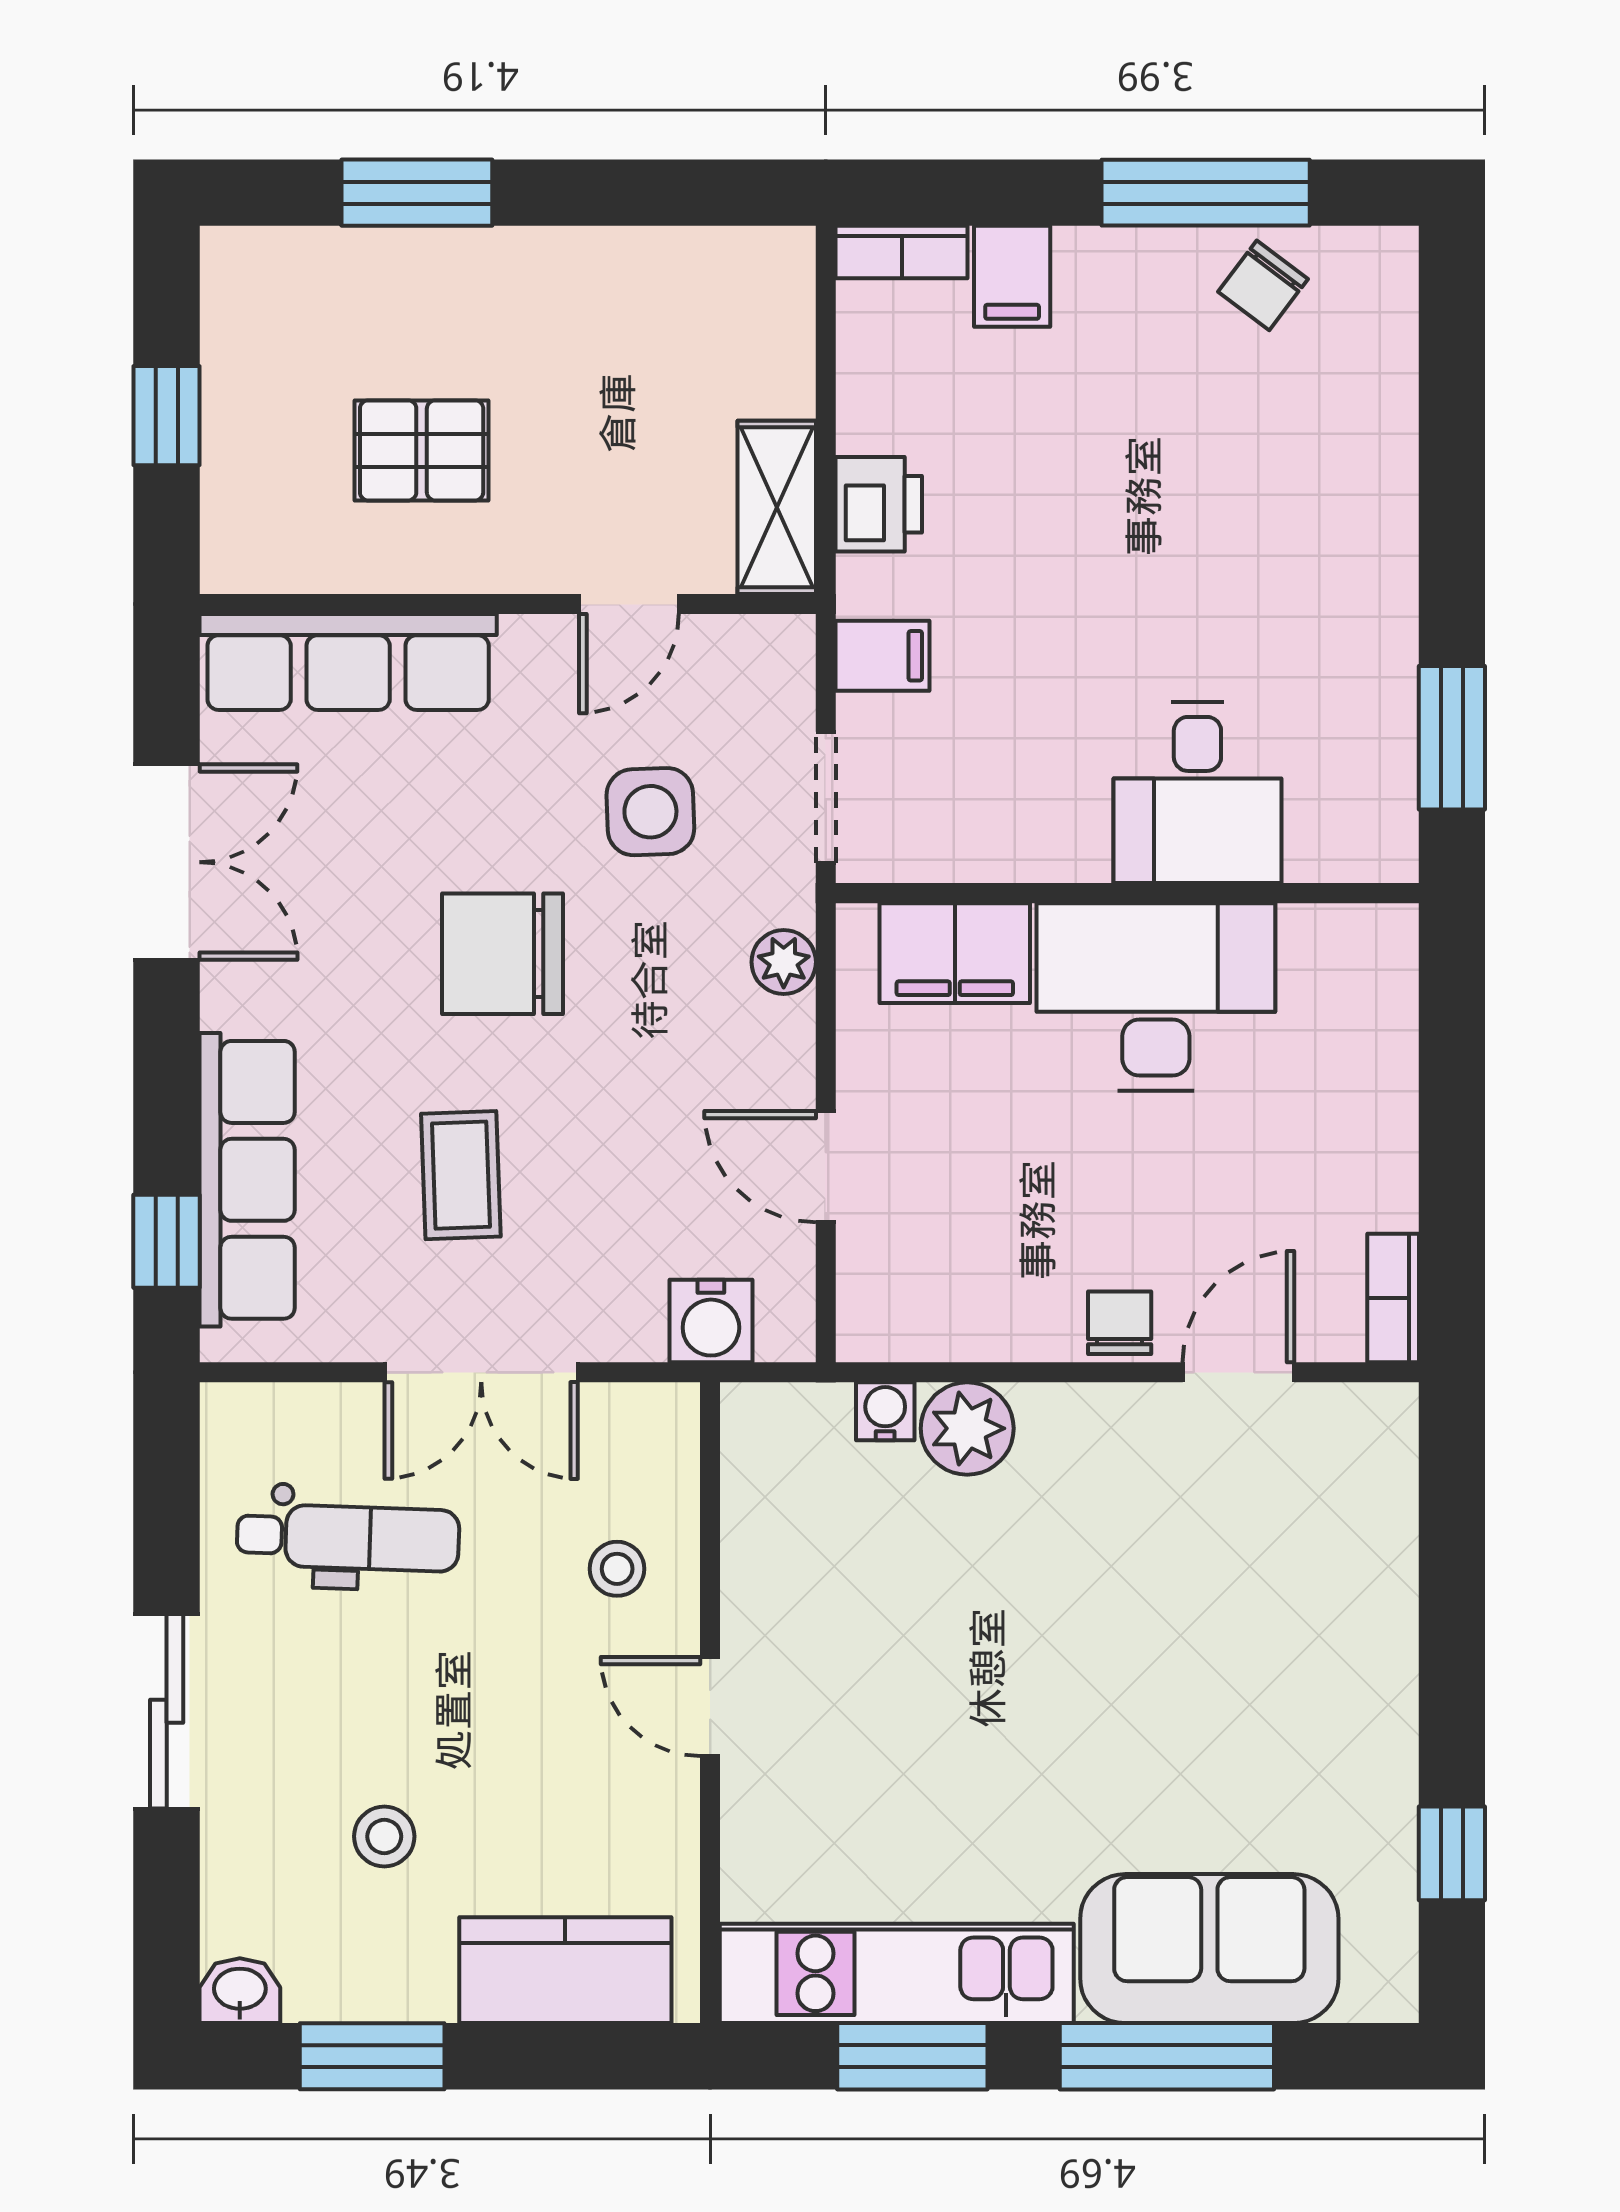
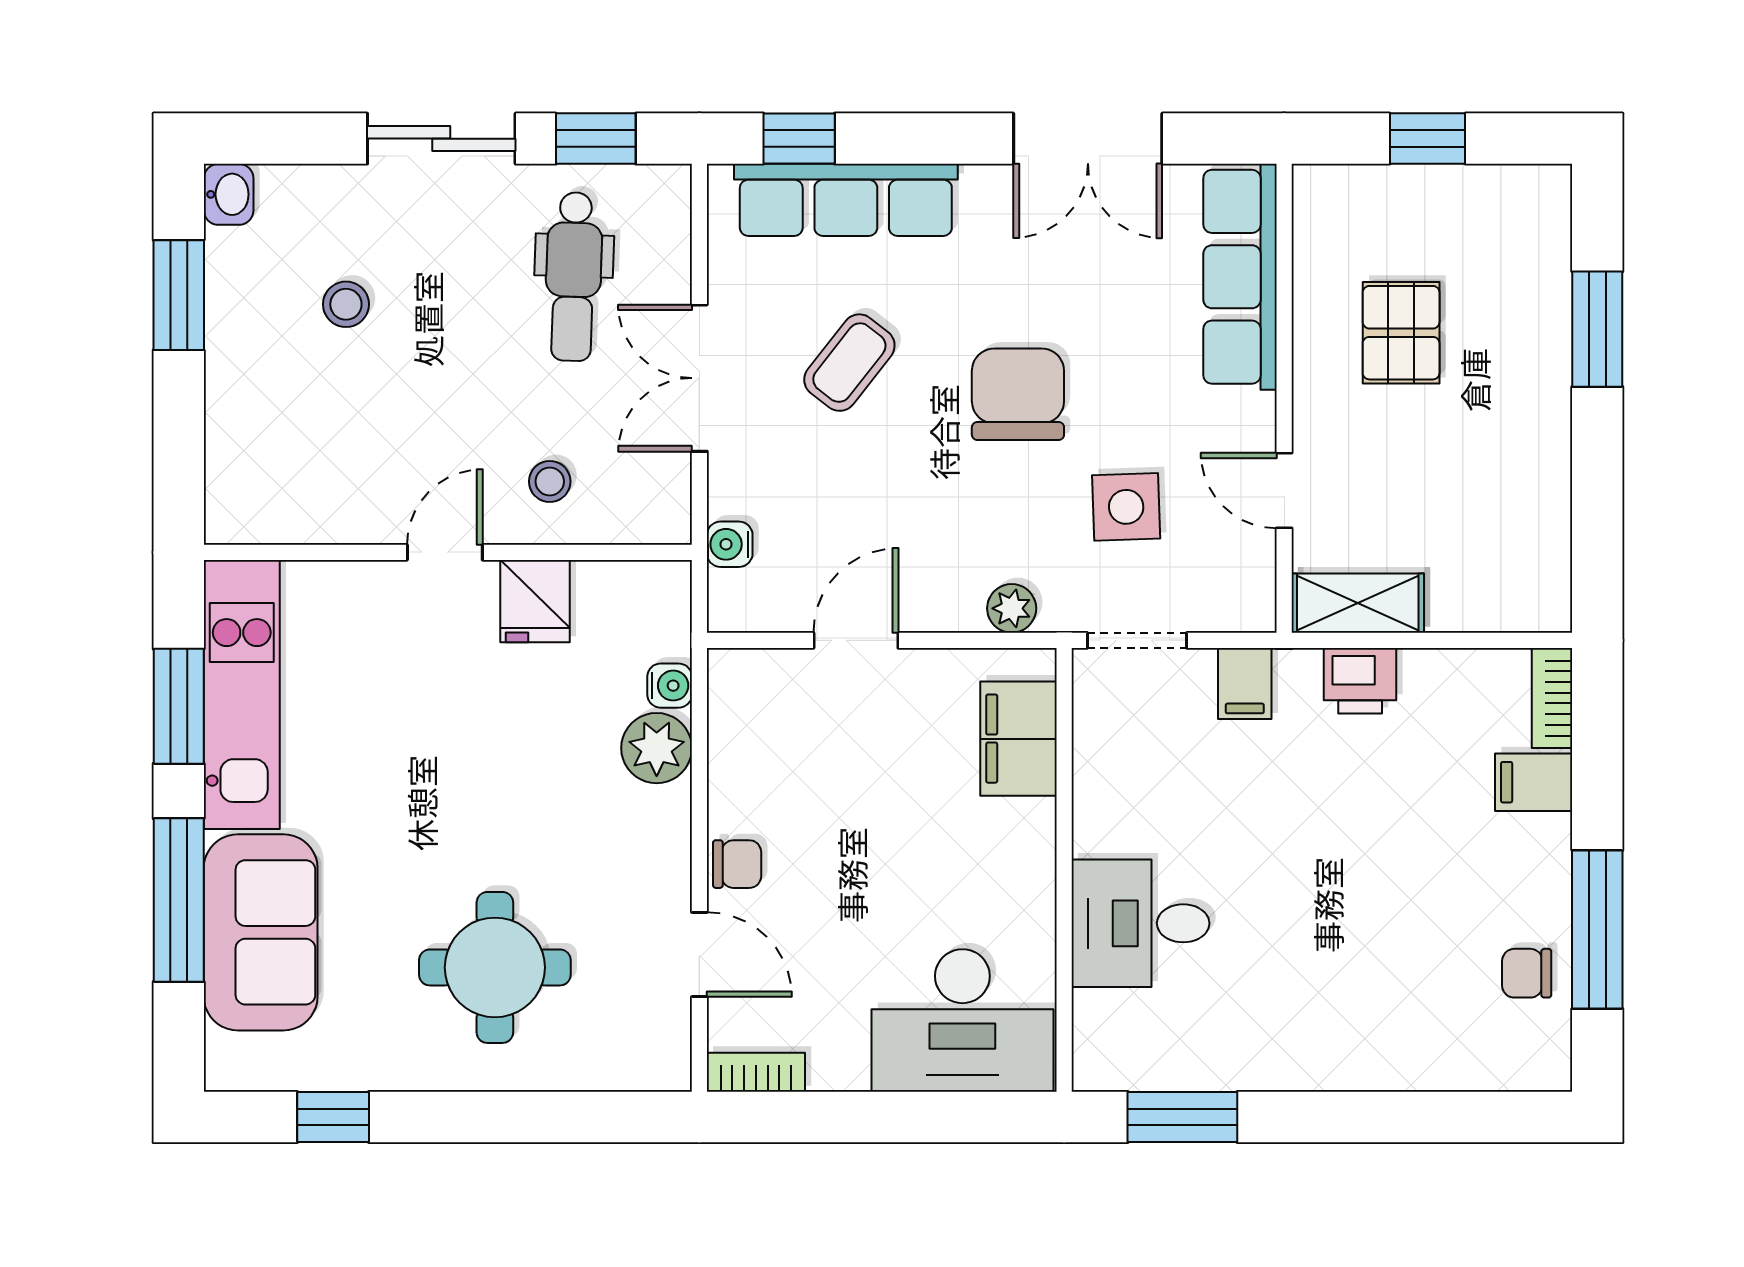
chair: (1263, 285) -> (1527, 973), turned -37
desk: (1156, 997) -> (962, 1020), moved, turned 90
coffee table: (461, 1175) -> (849, 363), turned -50
water cooler: (711, 1321) -> (730, 544), width x0.72, depth x0.72
window: (167, 1508) -> (596, 139), added
fridge: (774, 1588) -> (535, 601), added
round table: (1255, 1641) -> (495, 967), added
kitchen counter: (565, 1970) -> (244, 442), removed

